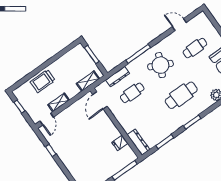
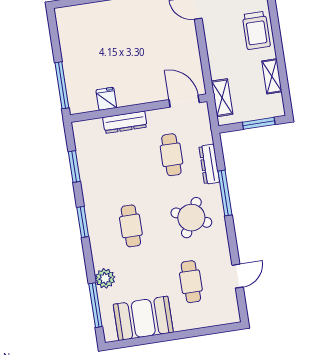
dresser: (118, 77) -> (209, 164), moved
trolley: (43, 81) -> (256, 30), turned 180
cafe table: (181, 95) -> (131, 226), width x0.73, depth x0.74
shelving: (59, 102) -> (272, 76), moved
dresser: (138, 142) -> (125, 122), moved

